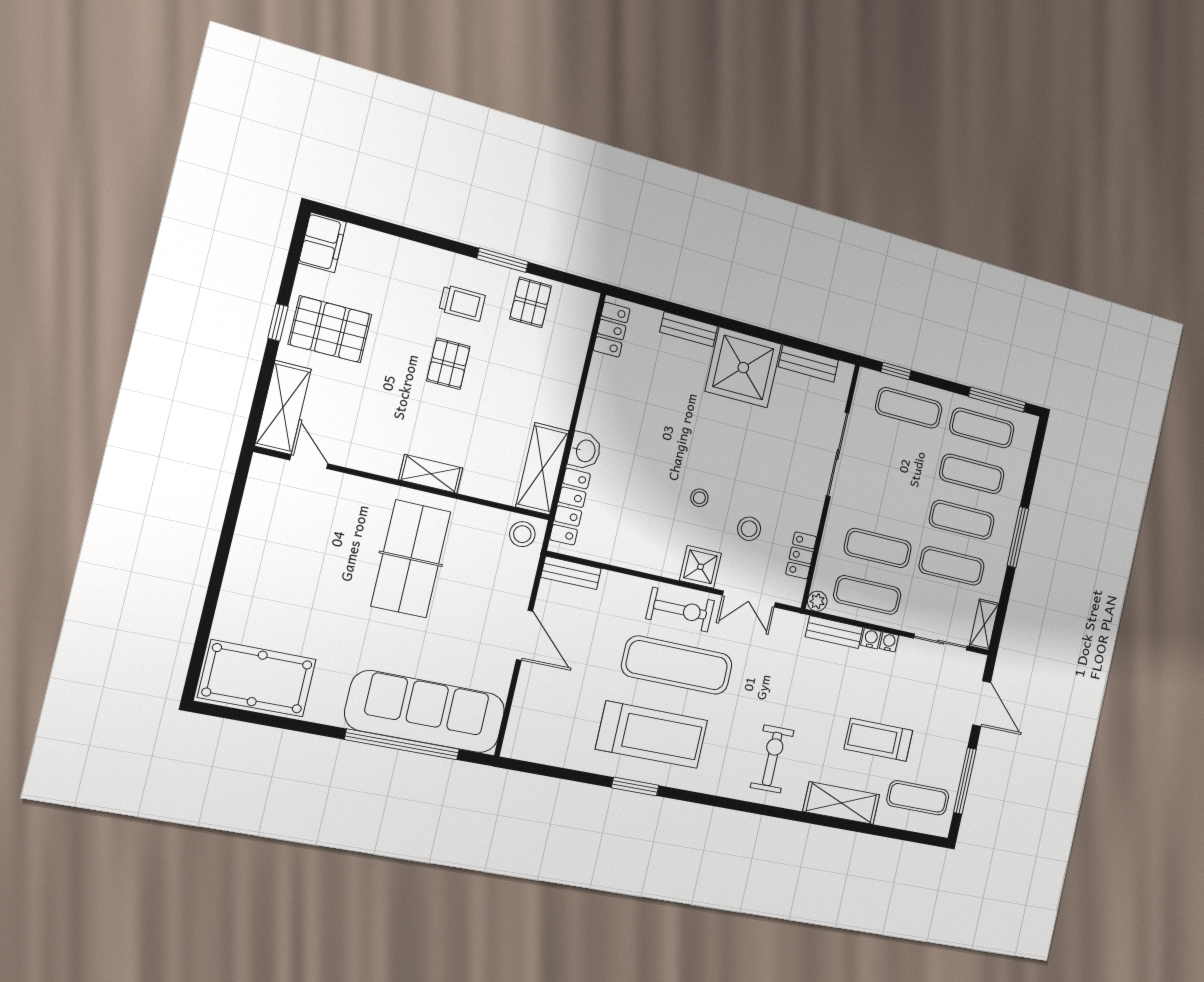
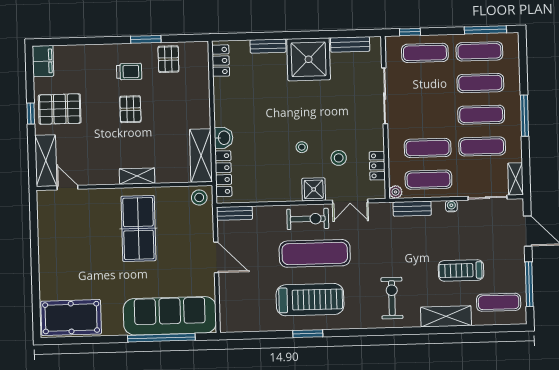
water cooler: (871, 638) -> (438, 207), removed

